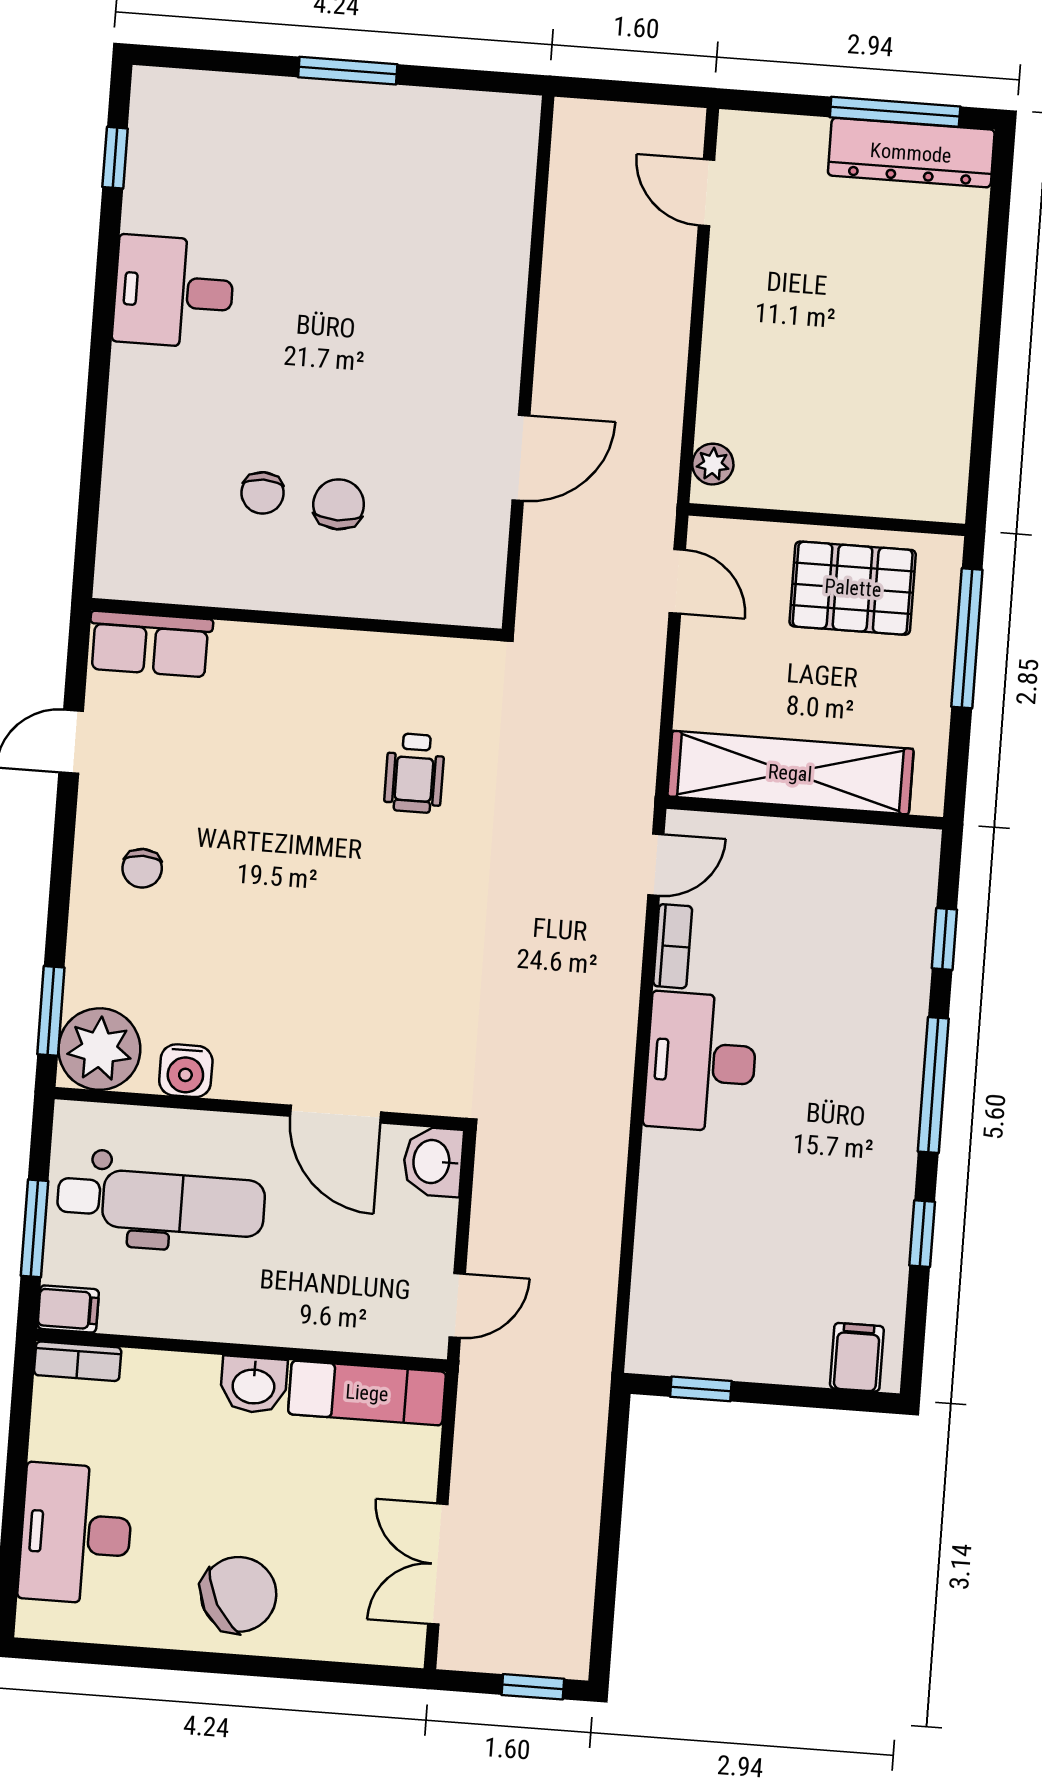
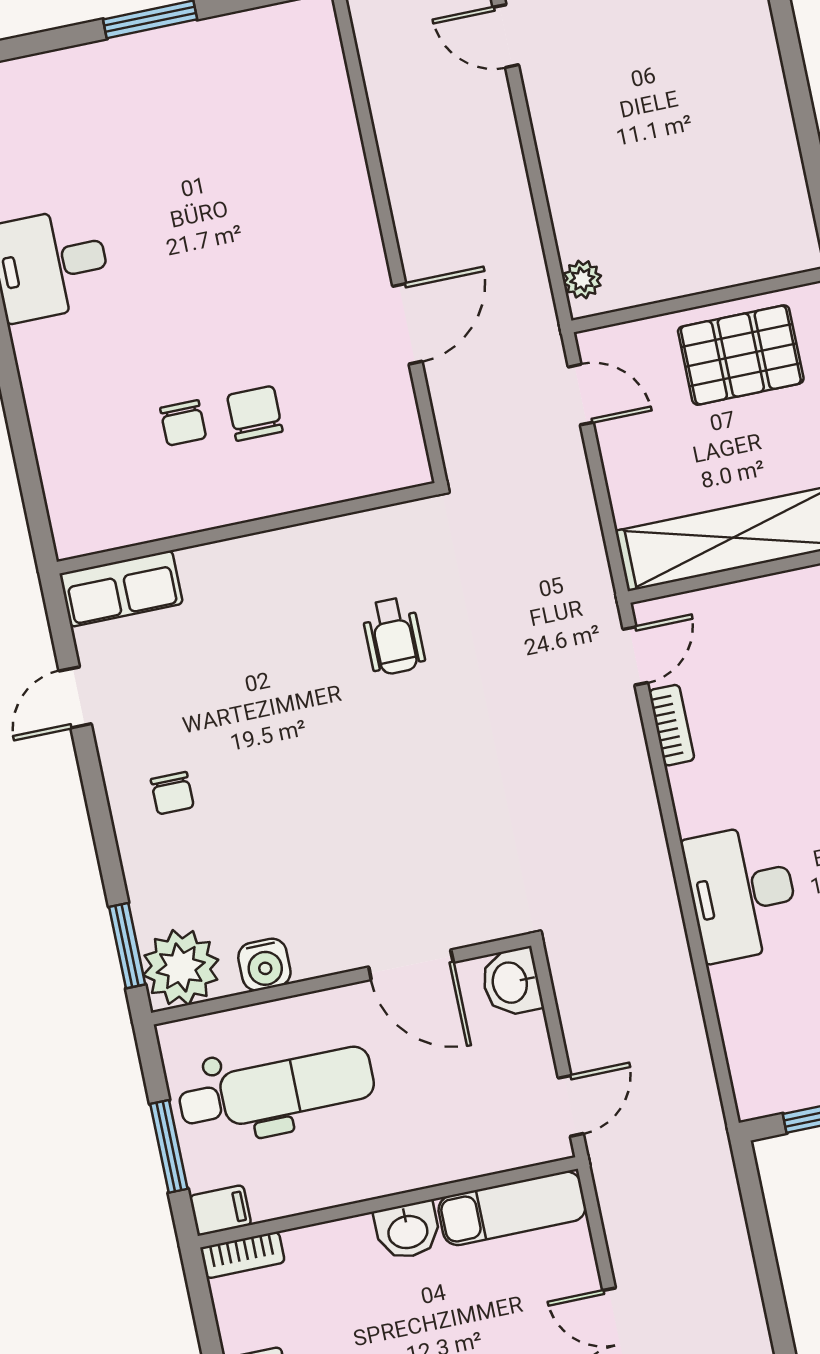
desk: (701, 1062) -> (742, 893), moved

